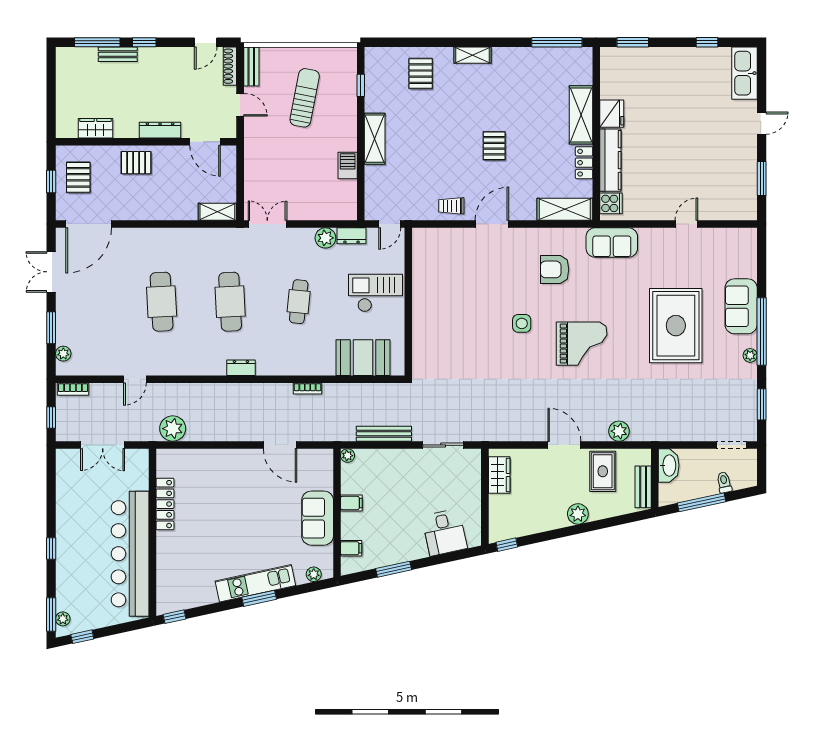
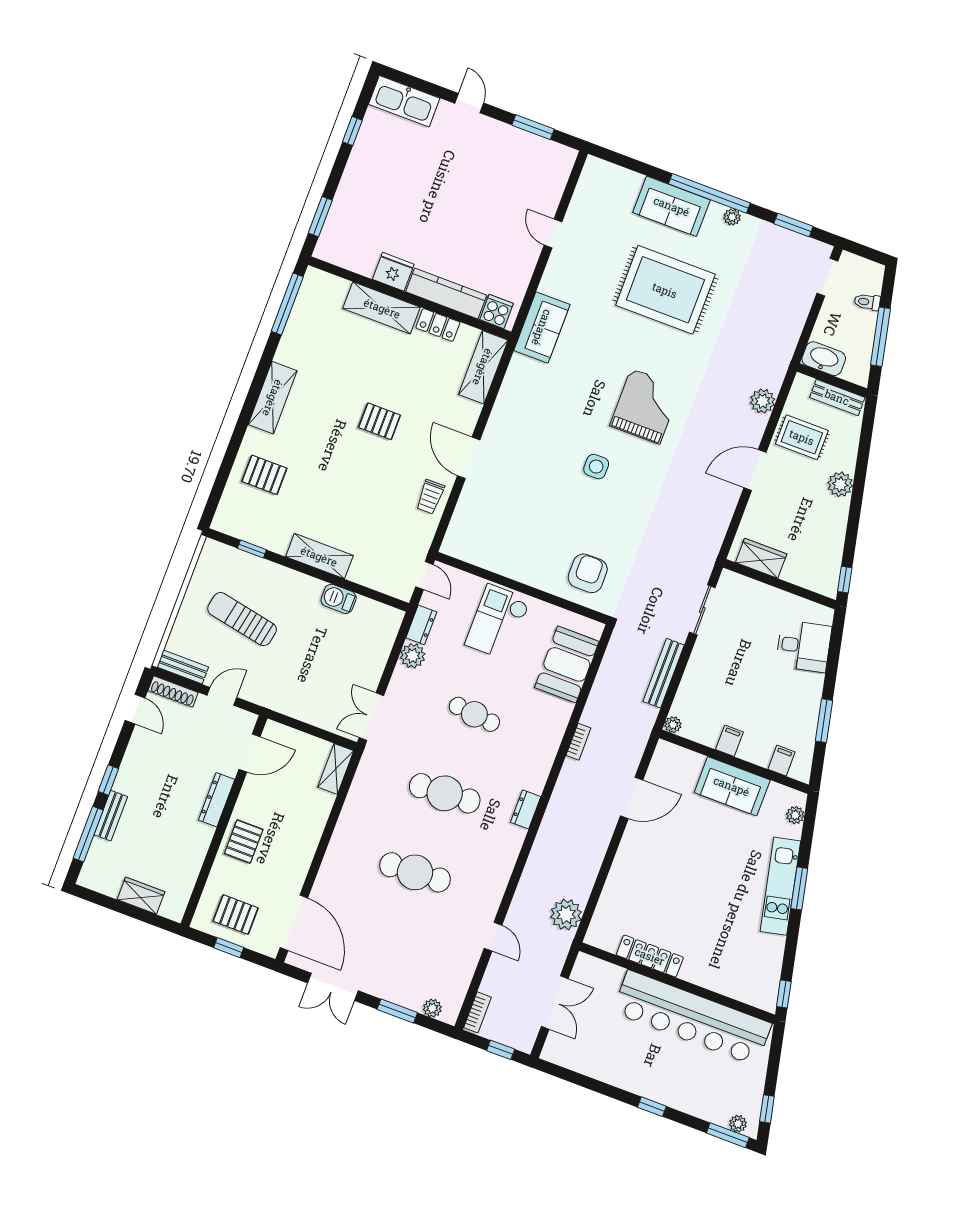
shelving: (472, 55) -> (273, 398), width x1.50, depth x1.33
wardrobe: (95, 128) -> (141, 896), moved, turned 90
armchair: (555, 269) -> (588, 573), moved, turned 180

